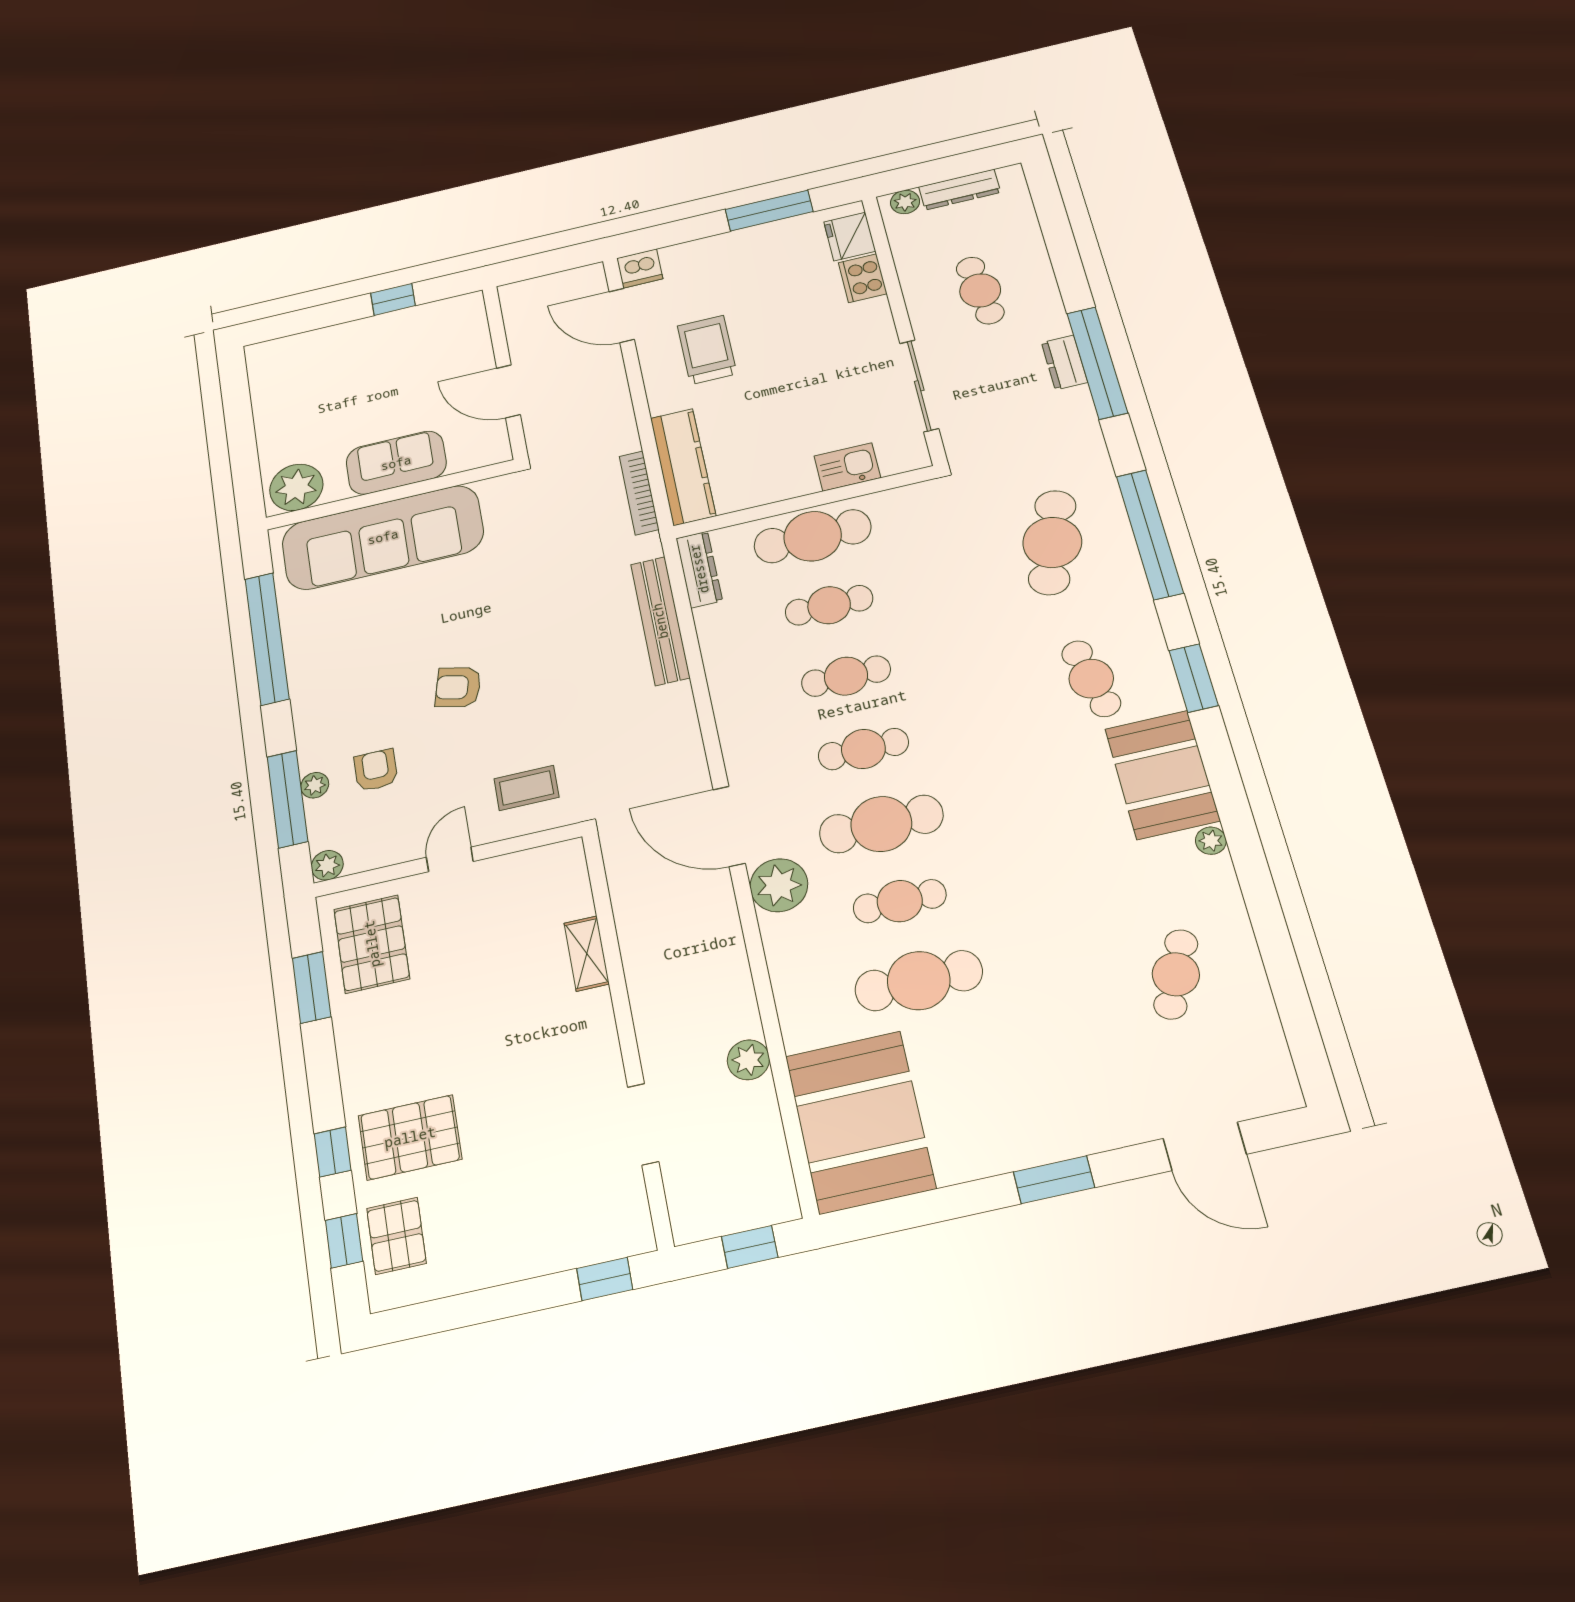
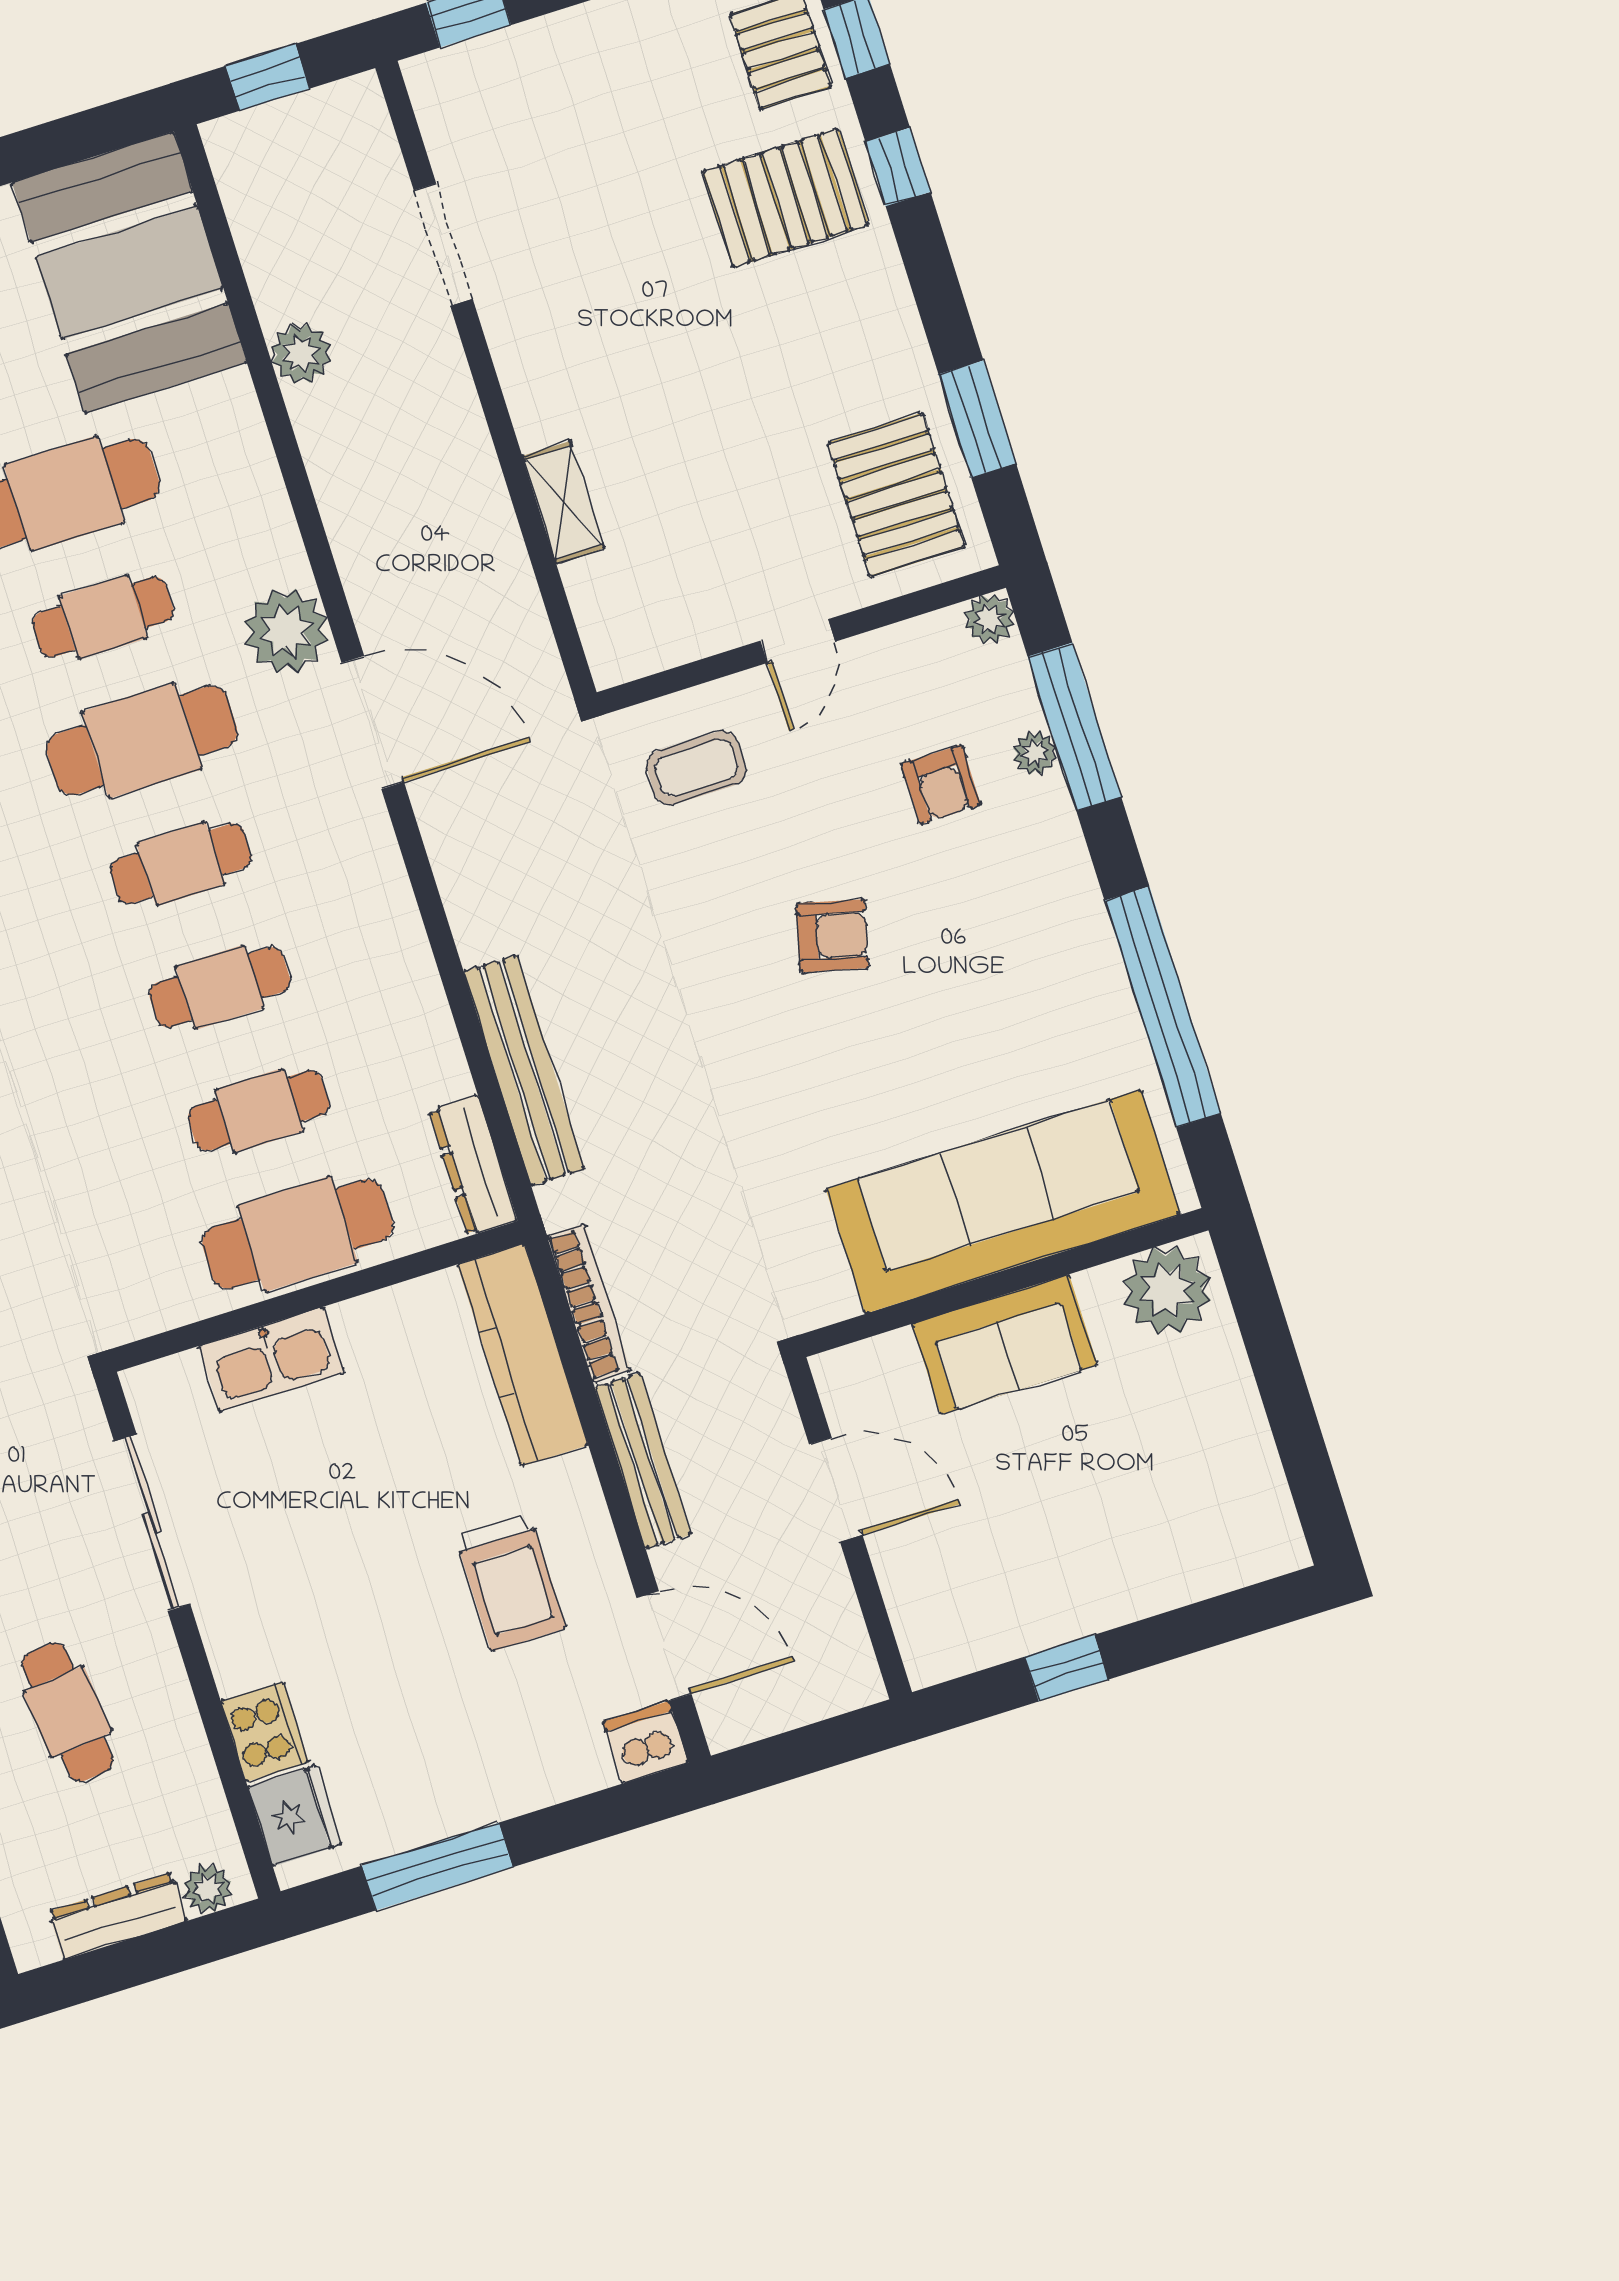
bench: (619, 409) -> (643, 1461), added
kitchen sink: (847, 467) -> (272, 1359), width x1.38

